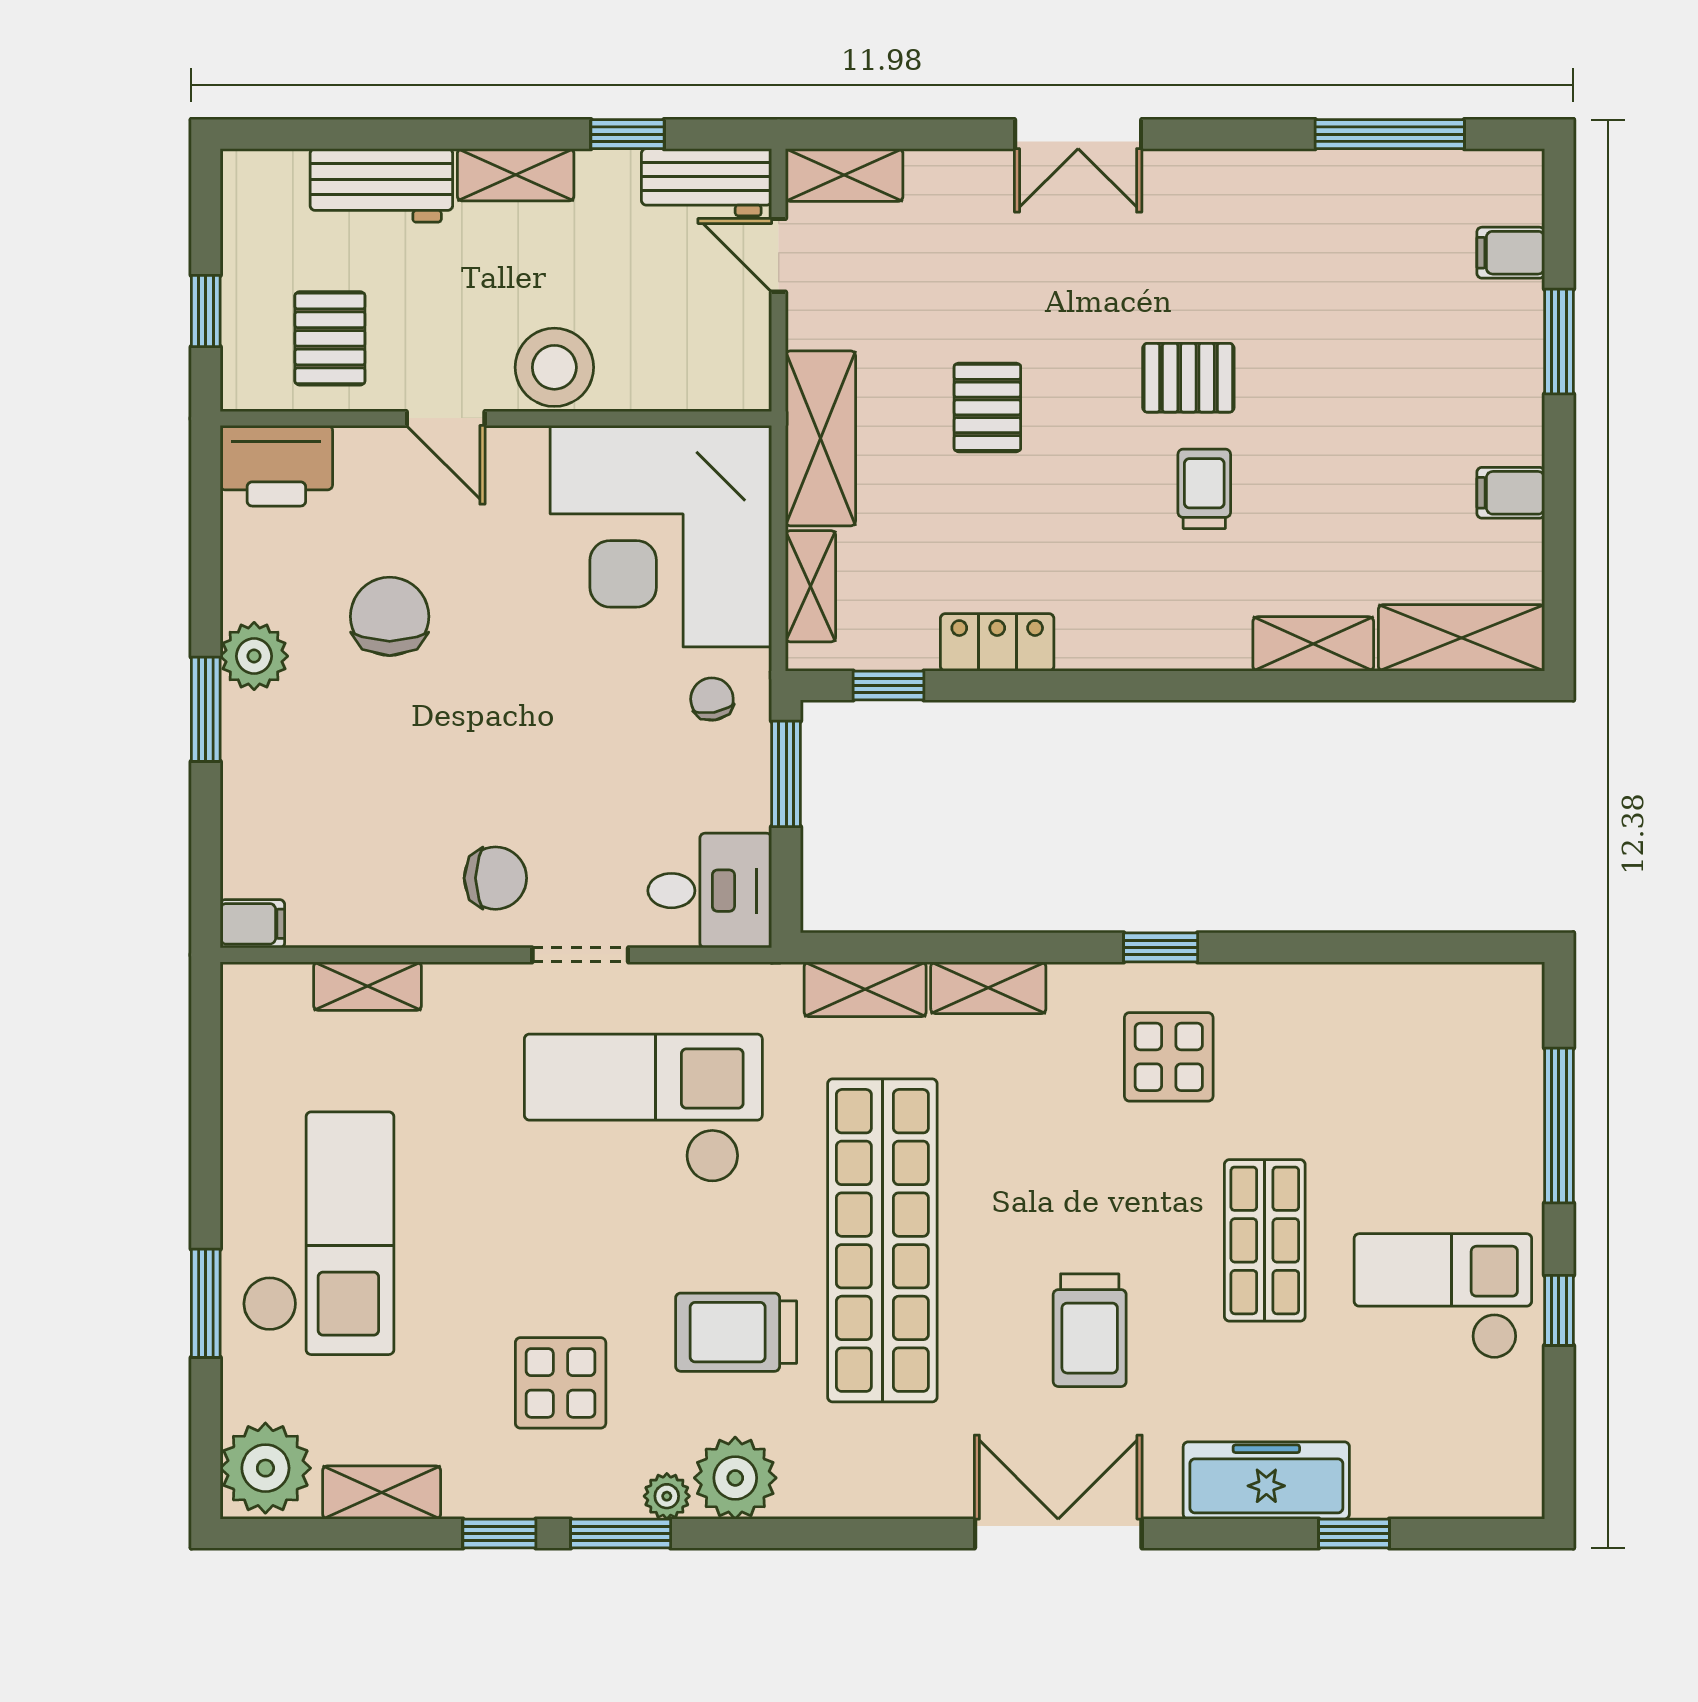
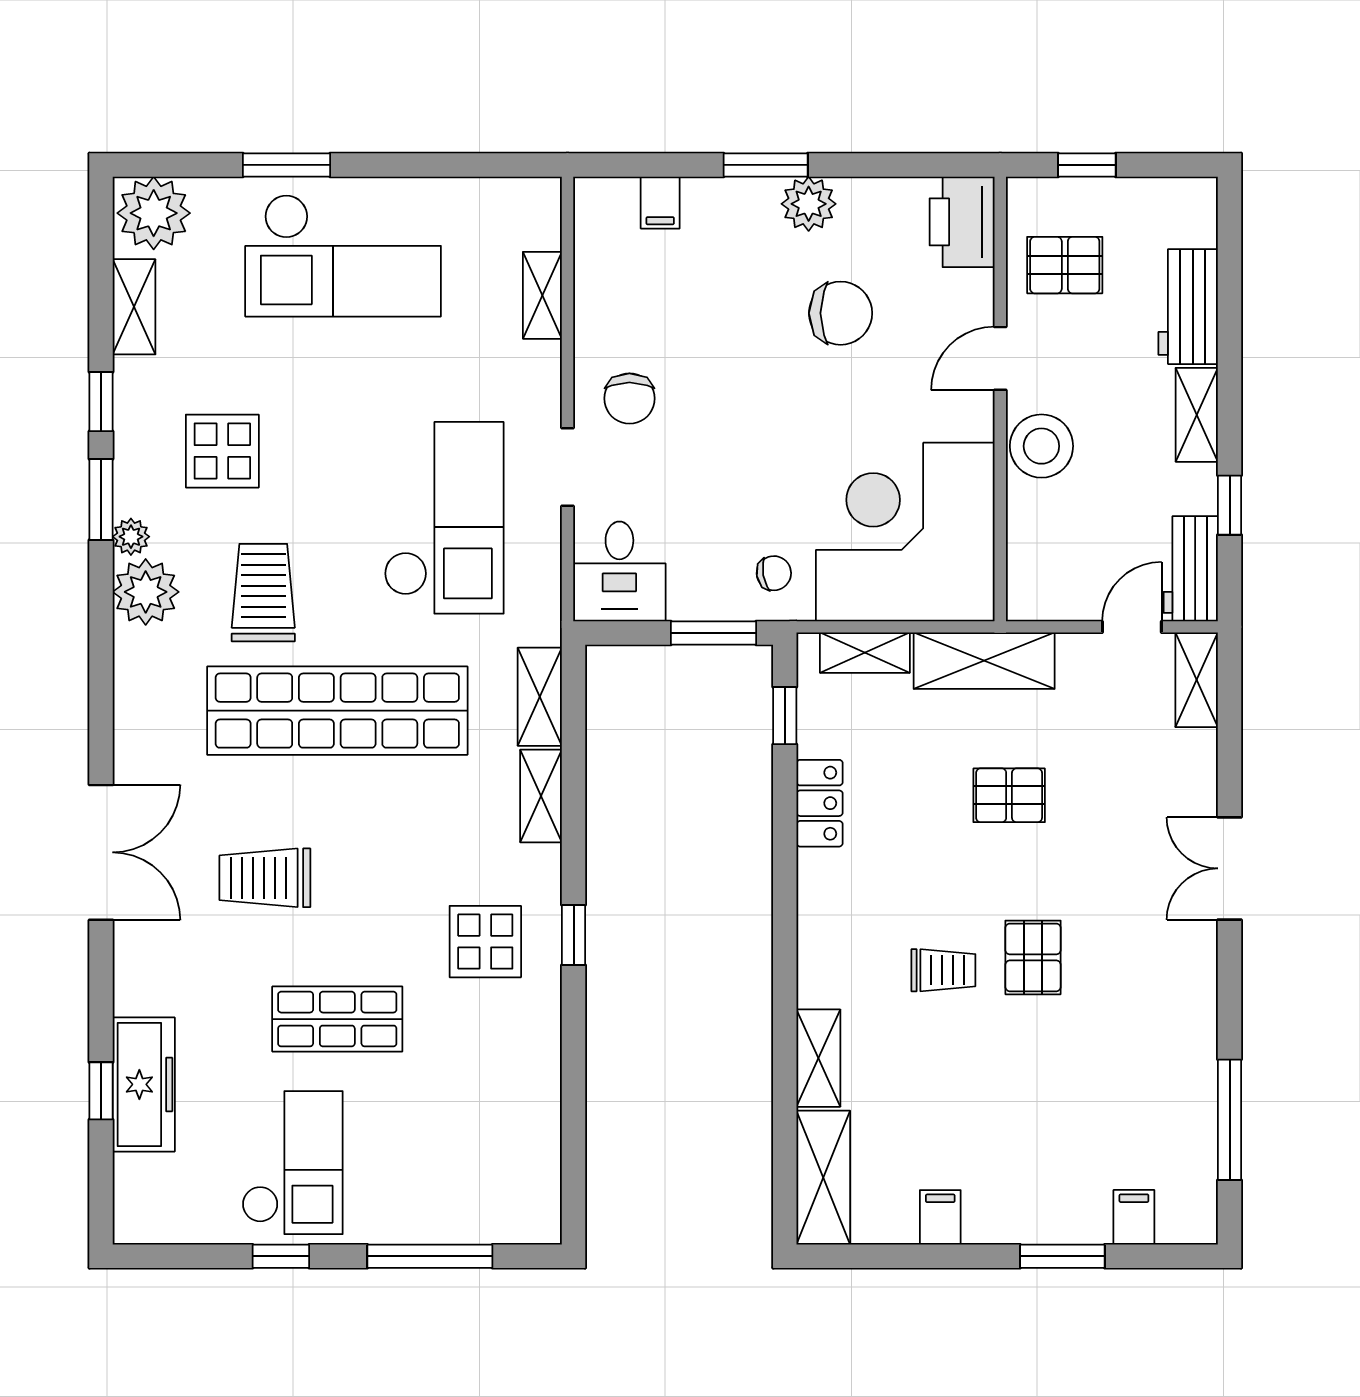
filing cabinet: (252, 924) -> (660, 203), moved
freezer: (1266, 1480) -> (144, 1084), moved

